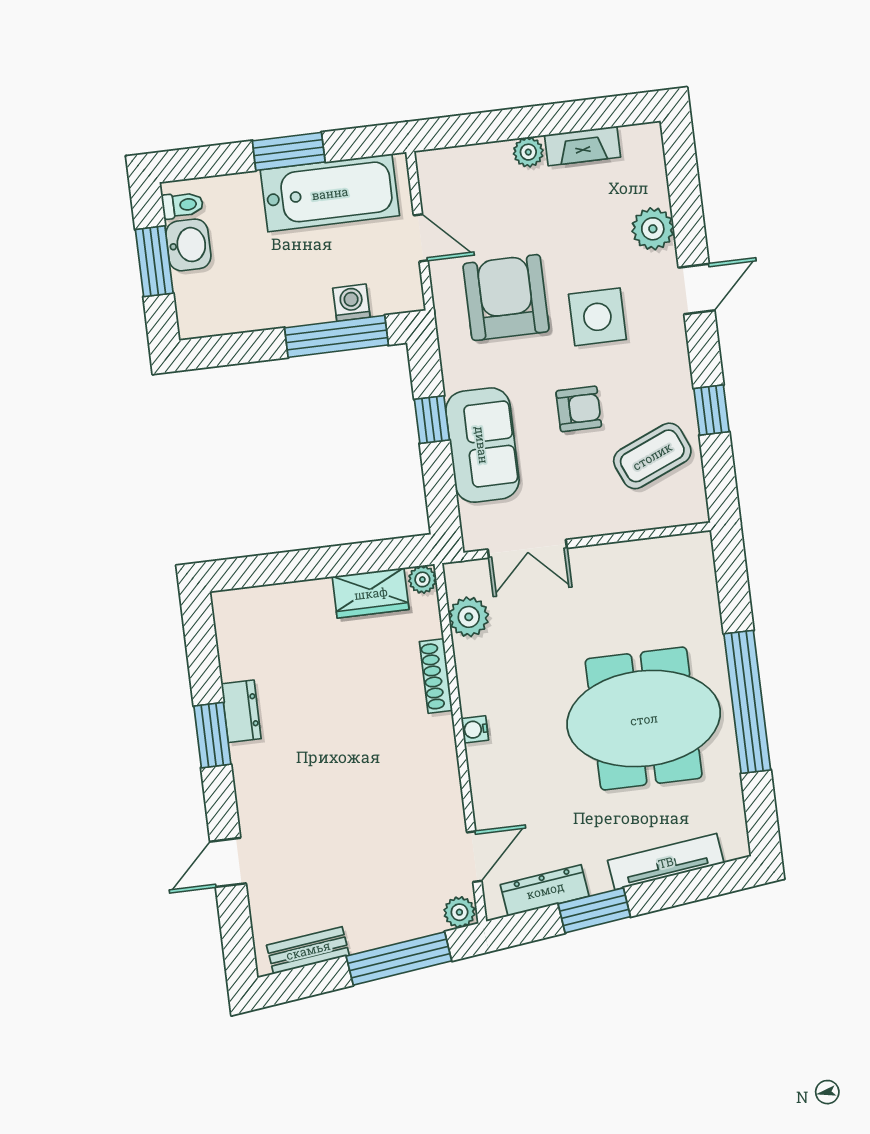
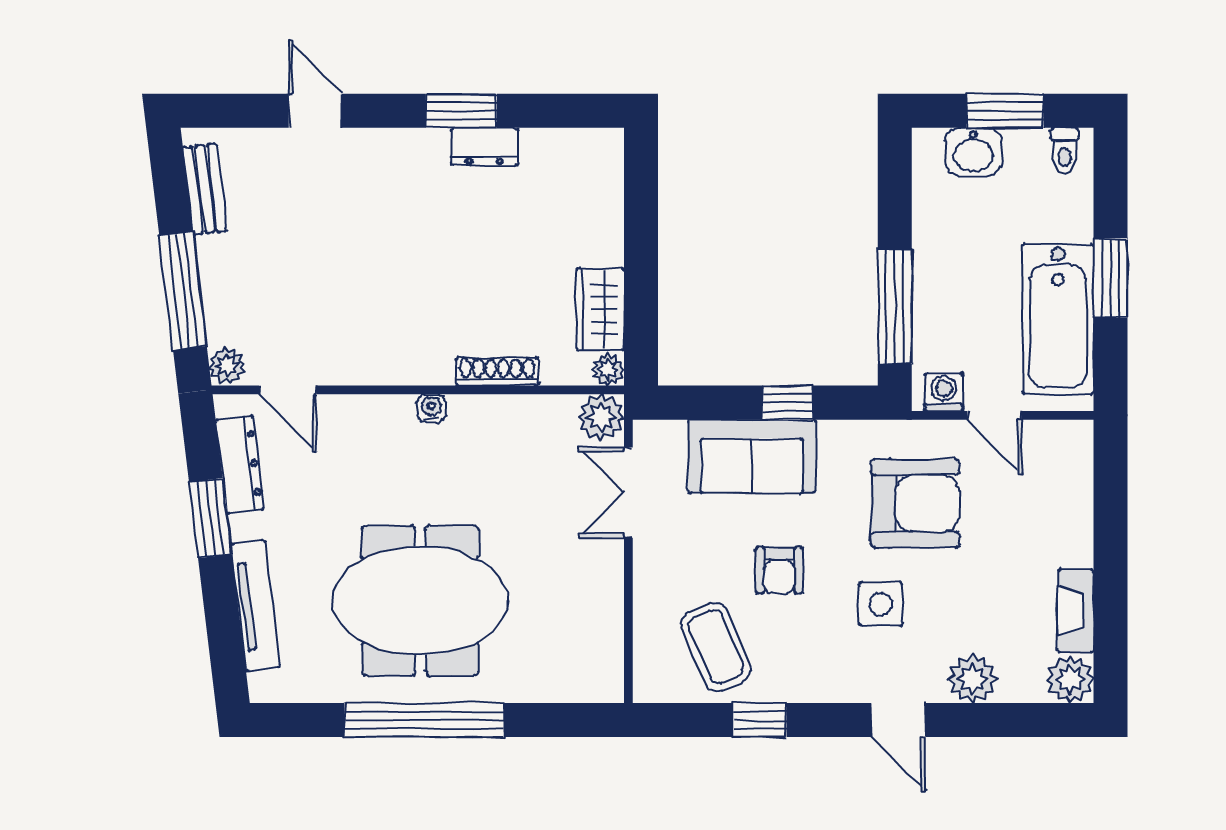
plant: (528, 152) -> (1070, 679), moved, width x1.38, depth x1.38
door: (421, 238) -> (994, 415), hinge flipped
washbasin: (188, 245) -> (973, 152), moved
washing machine: (351, 303) -> (944, 392), moved, turned -90
side table: (597, 317) -> (881, 604), width x0.73, depth x0.73
plant: (469, 617) -> (601, 417), moved
meeting table: (644, 719) -> (420, 601), turned 90

